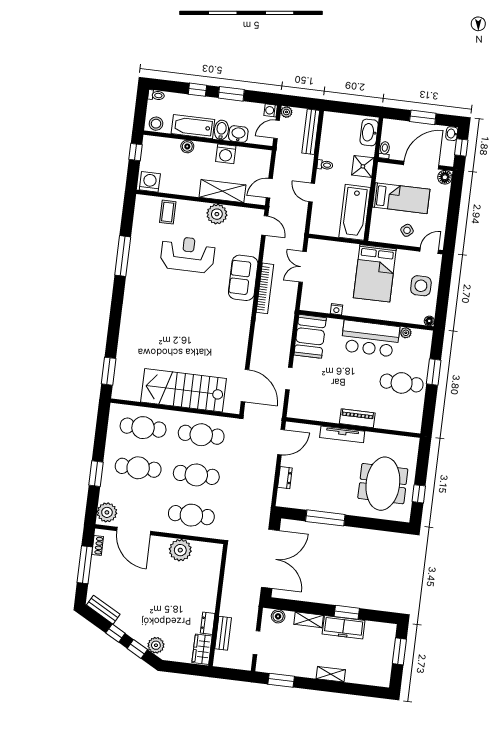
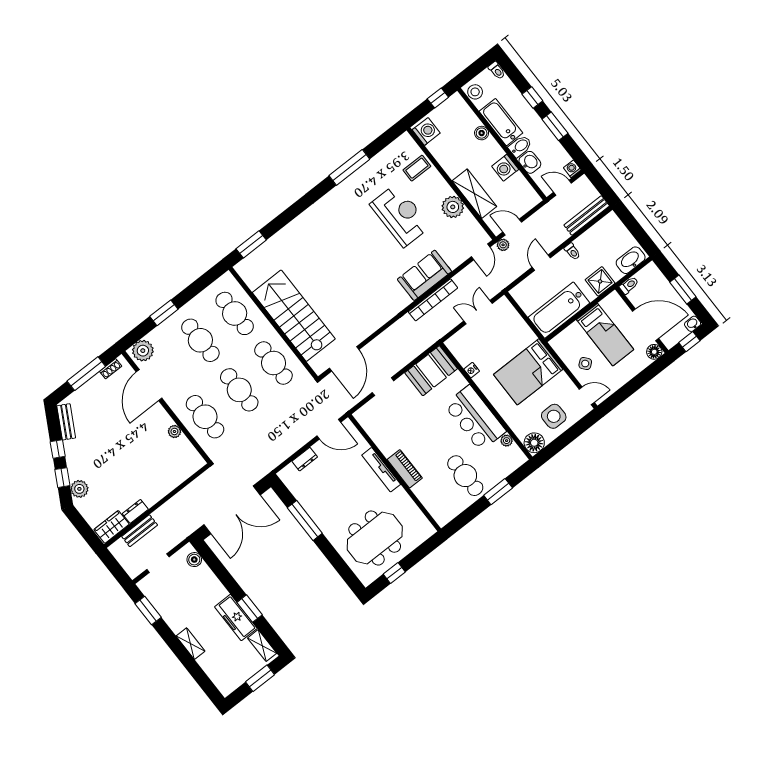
plant: (286, 112) -> (503, 245), moved
floor lamp: (429, 321) -> (534, 443), width x1.89, depth x1.89
plant: (180, 550) -> (174, 431), width x0.53, depth x0.53
shelving: (309, 620) -> (262, 646), moved

